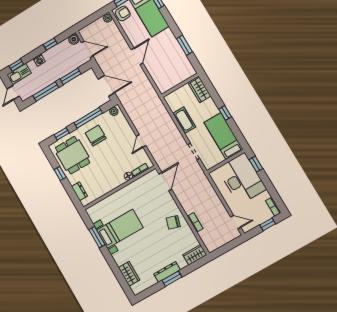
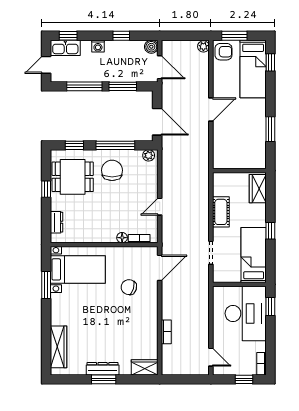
dining table: (73, 155) -> (73, 177), turned 90
chair: (173, 222) -> (129, 287), moved
bed with nightstands: (120, 229) -> (78, 269), moved
wardrobe: (129, 274) -> (59, 347), width x1.50

